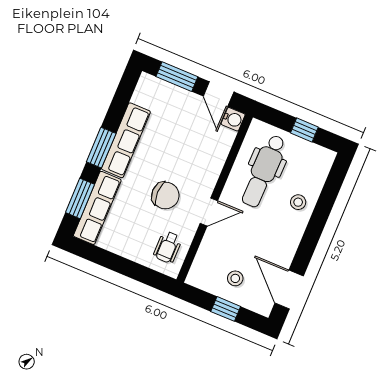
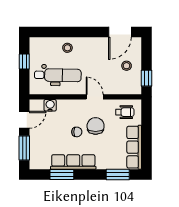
water cooler: (233, 119) -> (50, 105), moved
window: (101, 148) -> (62, 174), moved
chair: (168, 164) -> (77, 132), added
row of seats: (97, 208) -> (134, 147), moved, turned -90
window: (226, 309) -> (146, 78), moved

